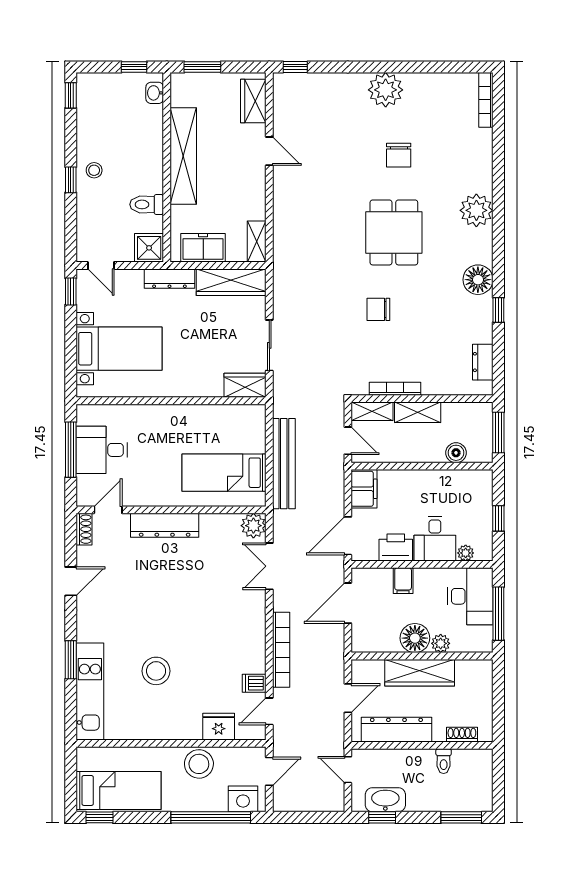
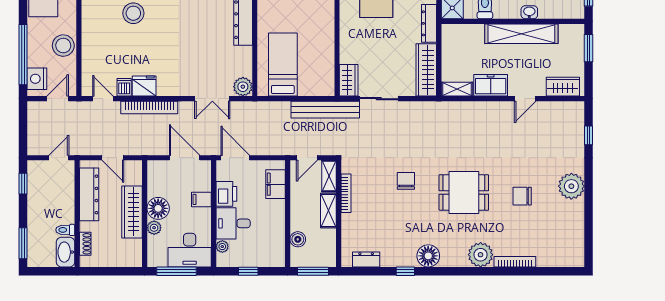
window: (295, 67) -> (589, 135), moved
washbasin: (155, 93) -> (529, 12), moved
bookcase: (486, 100) -> (515, 262), moved
freezer: (203, 248) -> (491, 85), moved, turned -90
bench: (284, 464) -> (325, 110), moved
filing cabinet: (364, 489) -> (276, 184), moved, turned 90
double door: (269, 566) -> (212, 99), swing flipped
fridge: (219, 727) -> (144, 86), moved, turned -90
door: (269, 771) -> (58, 99), swing flipped
washbasin: (385, 800) -> (66, 252), moved, turned 180

